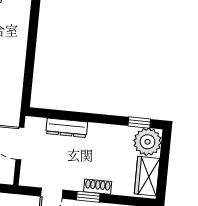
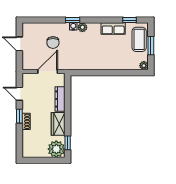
wardrobe: (147, 176) -> (58, 124), moved, turned -90

